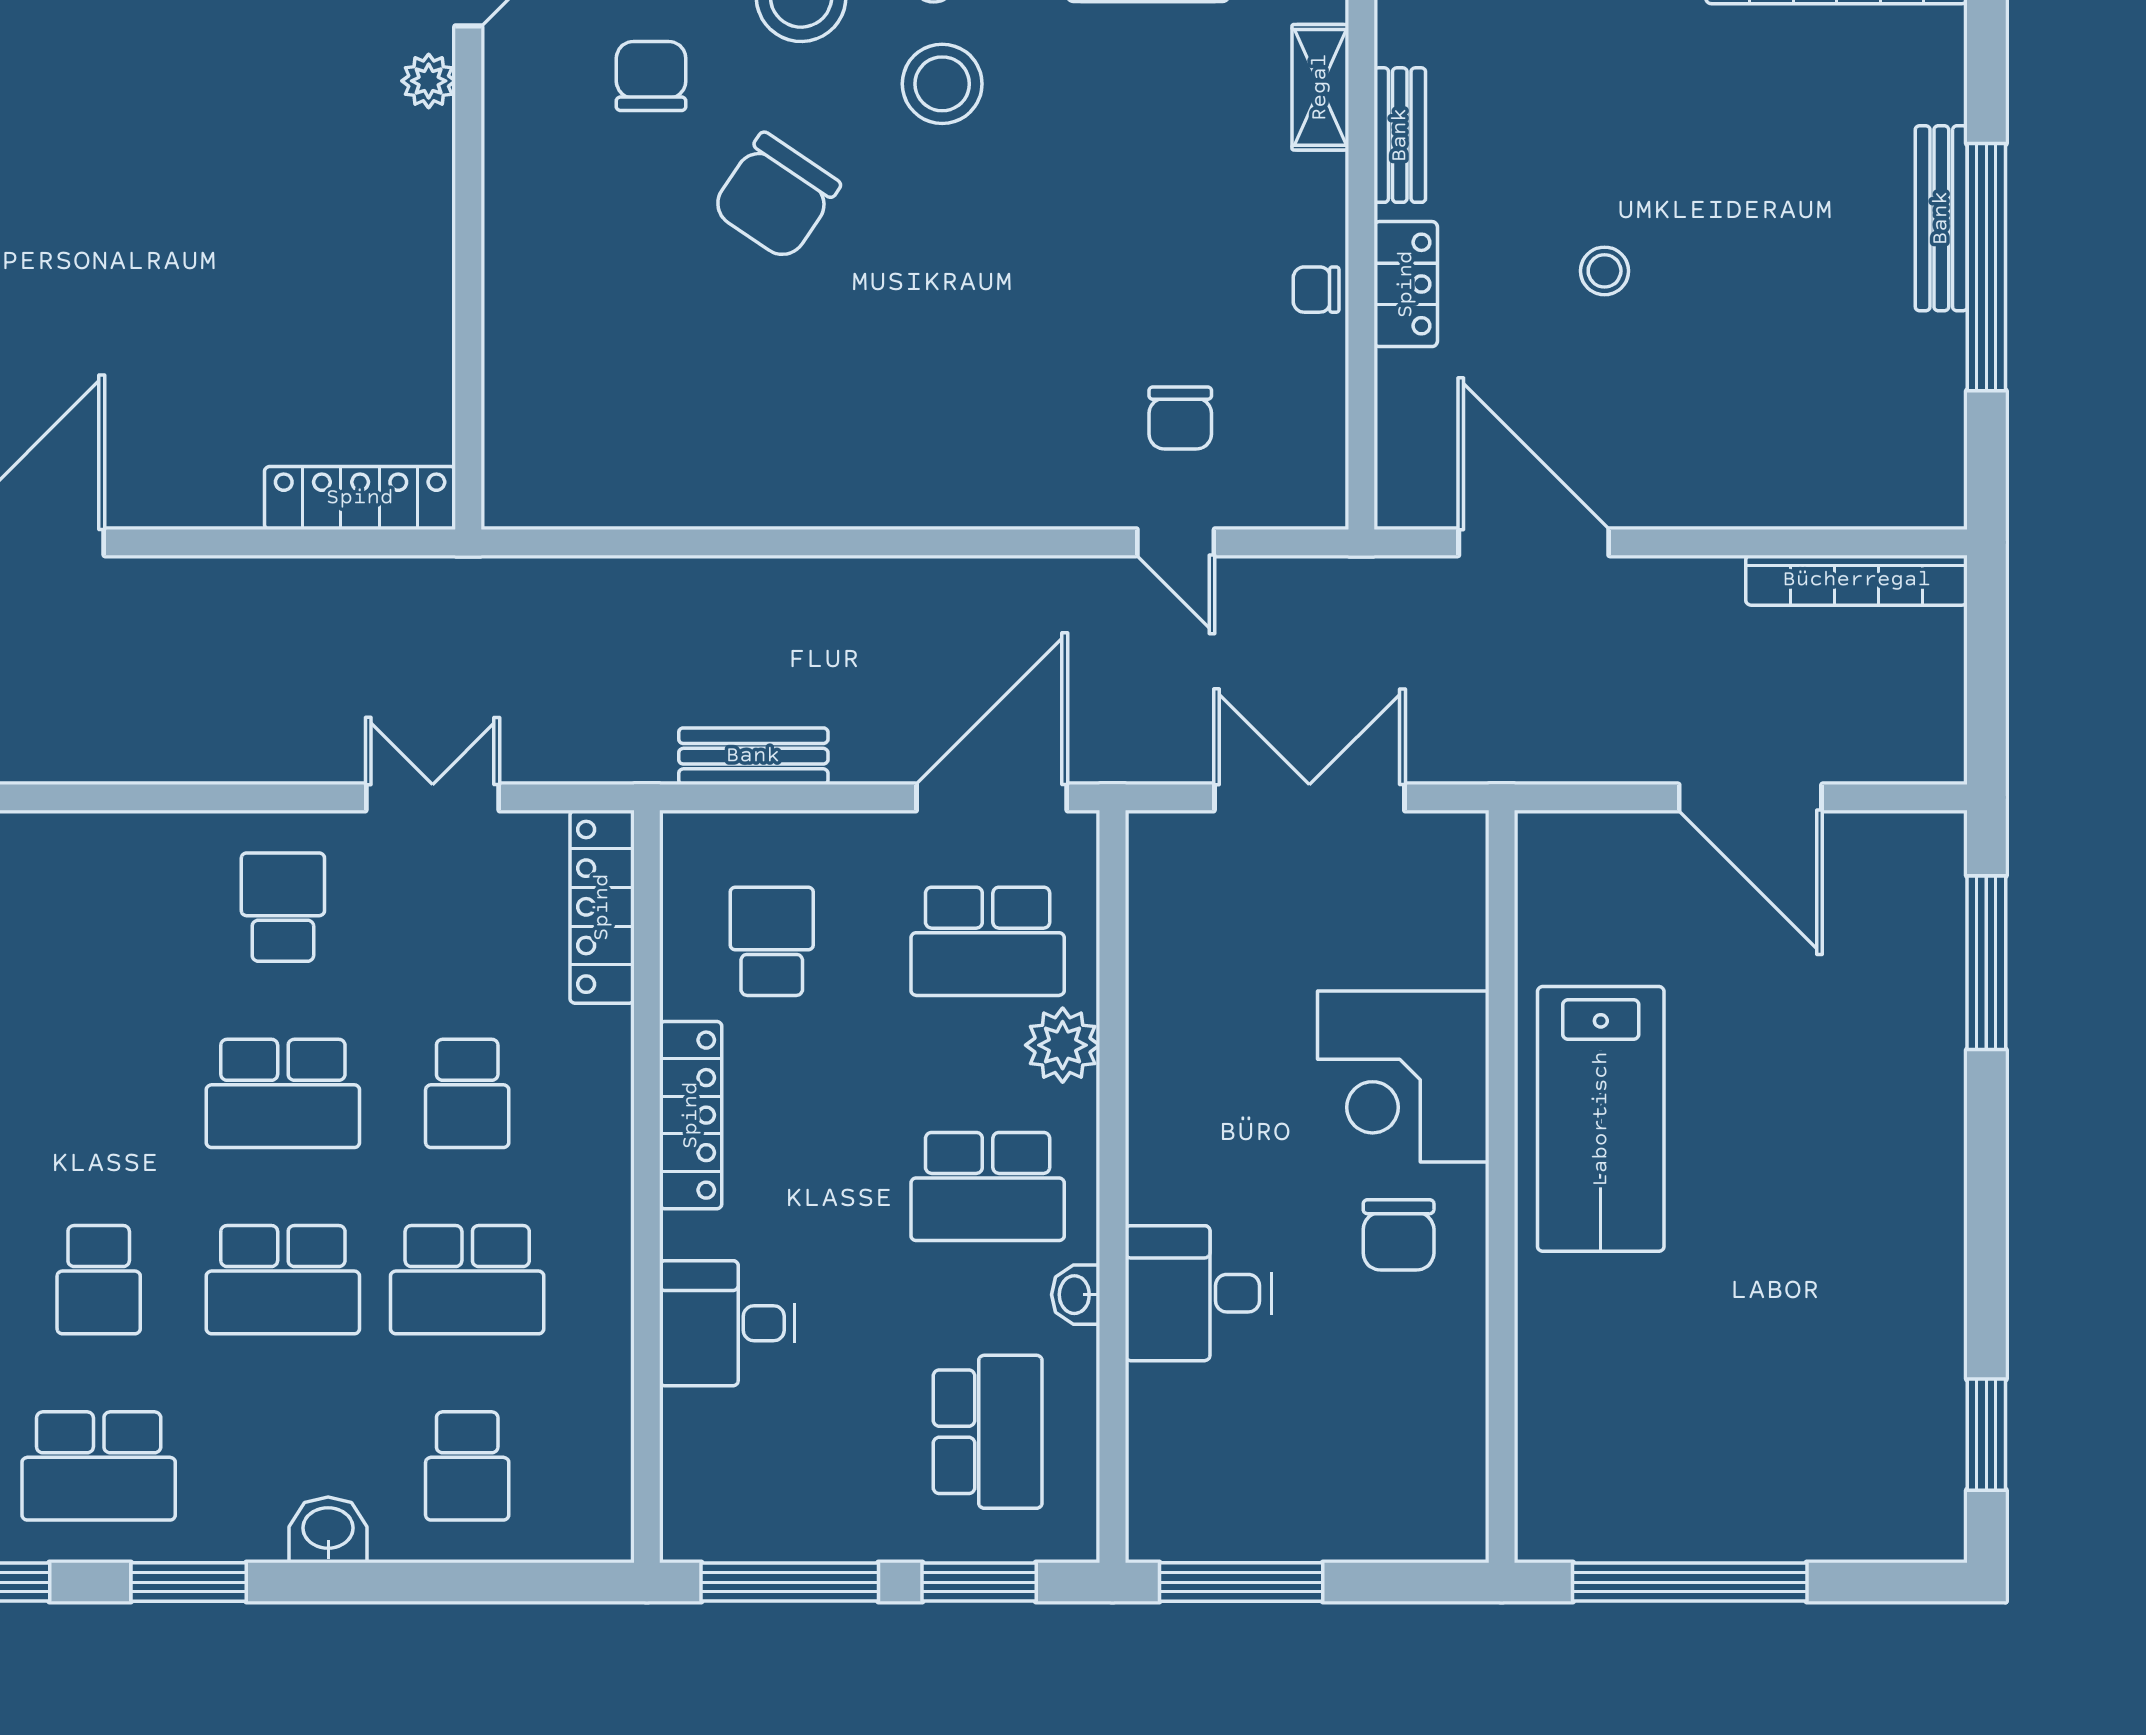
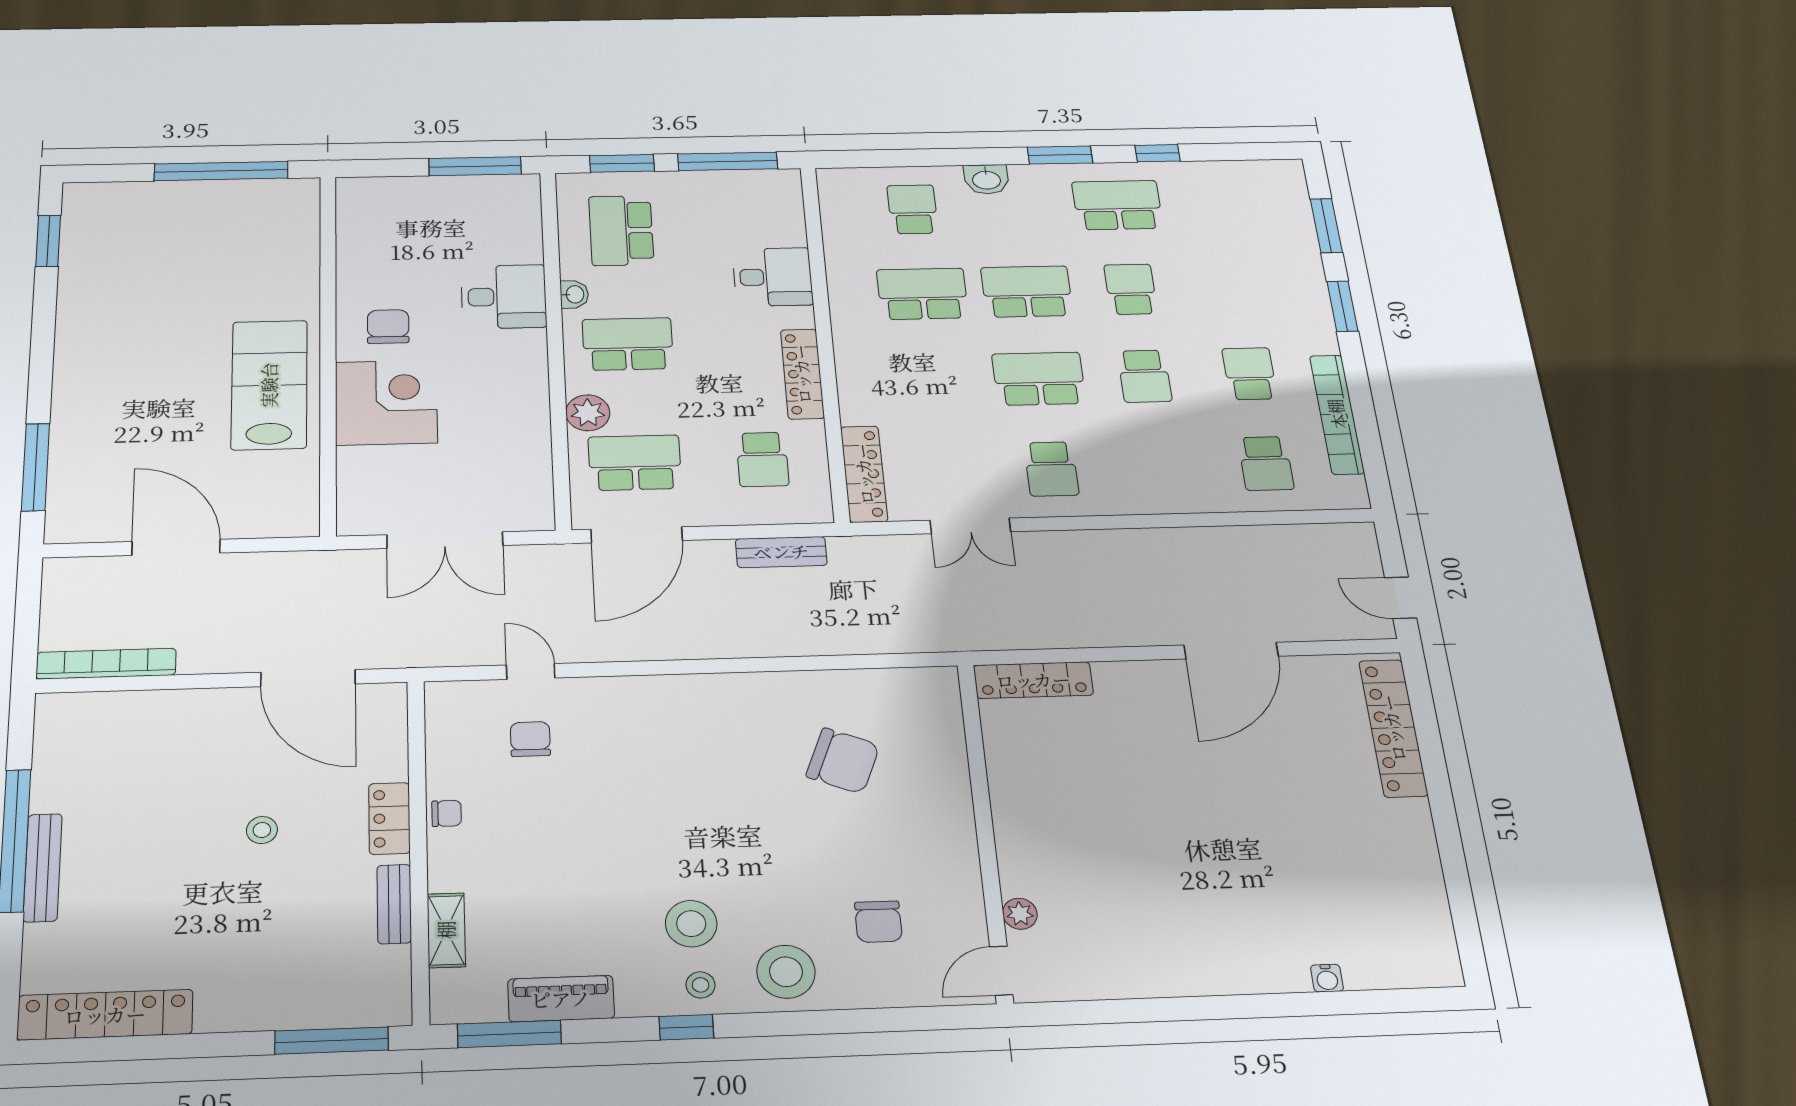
chair: (776, 197) -> (843, 761), moved, turned 78
school desk: (467, 1093) -> (1144, 376), moved, turned 180

